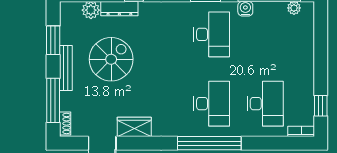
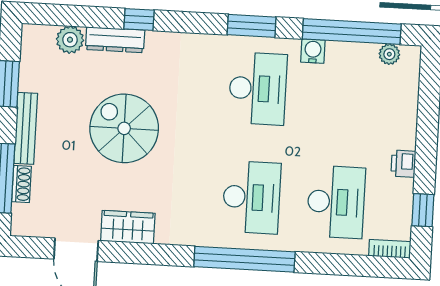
spiral stairs: (111, 59) -> (124, 128), moved, turned -90
printer: (307, 77) -> (403, 164), added
shoe rack: (65, 123) -> (21, 184), moved

